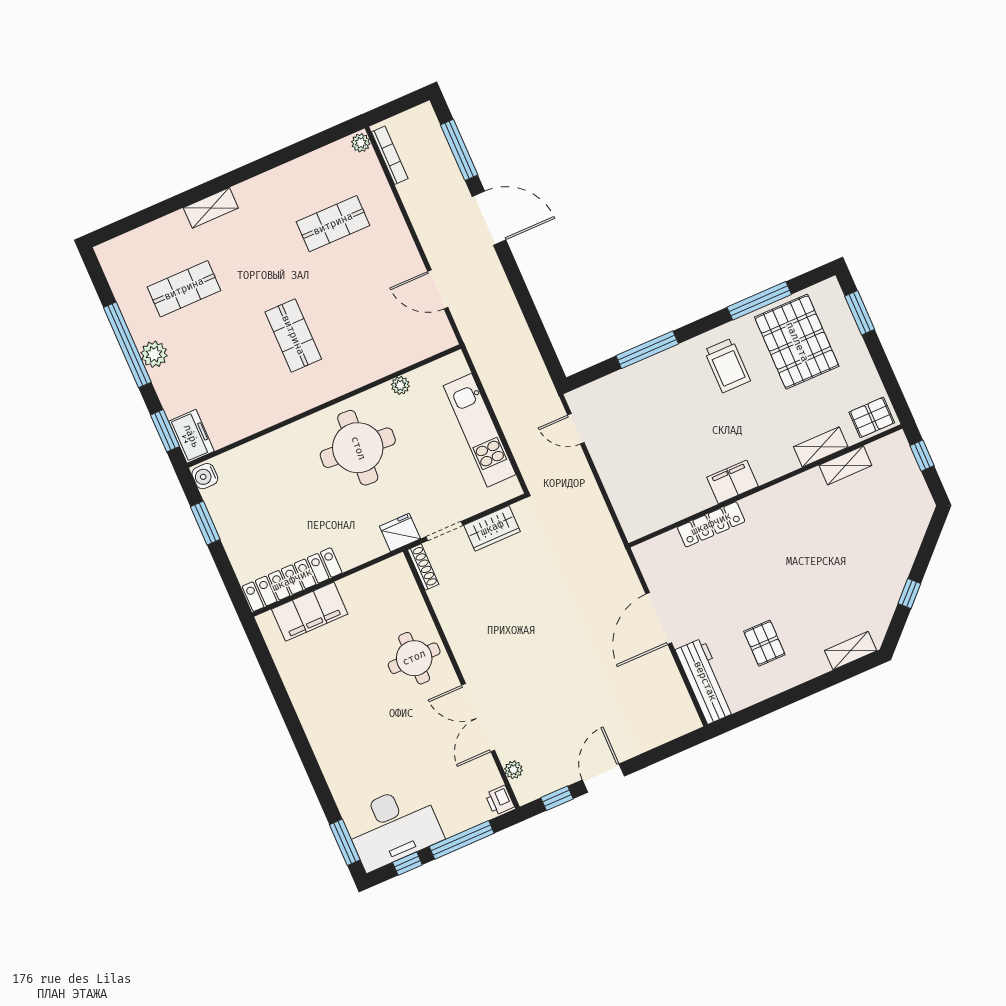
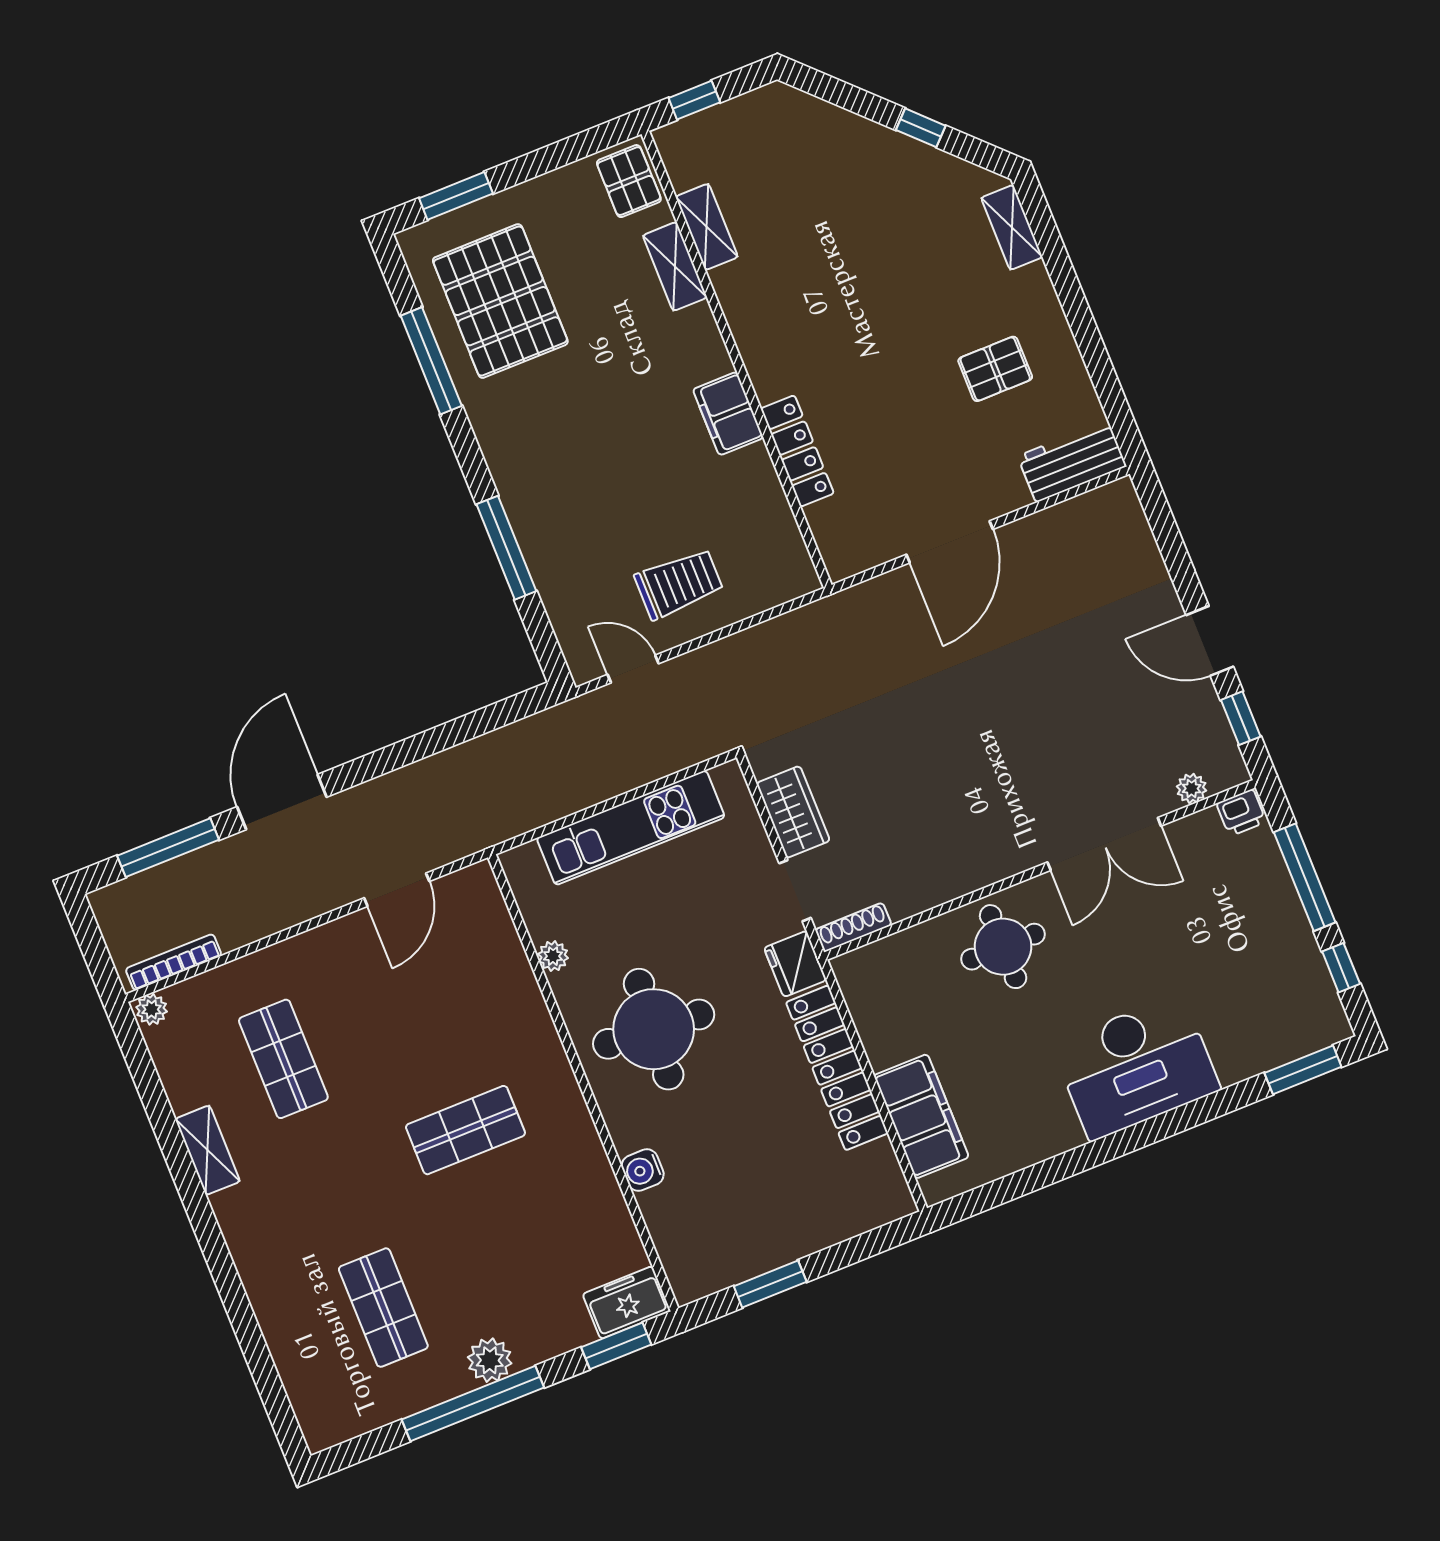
shelving: (211, 208) -> (208, 1150), moved
pallet: (797, 342) -> (500, 301), turned 90
trolley: (727, 365) -> (679, 584), moved
door: (576, 429) -> (633, 669), swing flipped
water cooler: (205, 476) -> (643, 1170), moved, turned 90
locker: (292, 580) -> (837, 1068), moved
door: (659, 618) -> (950, 542), hinge flipped
workbench: (705, 681) -> (1072, 461), width x0.73
desk: (393, 827) -> (1136, 1067), moved, turned 90

